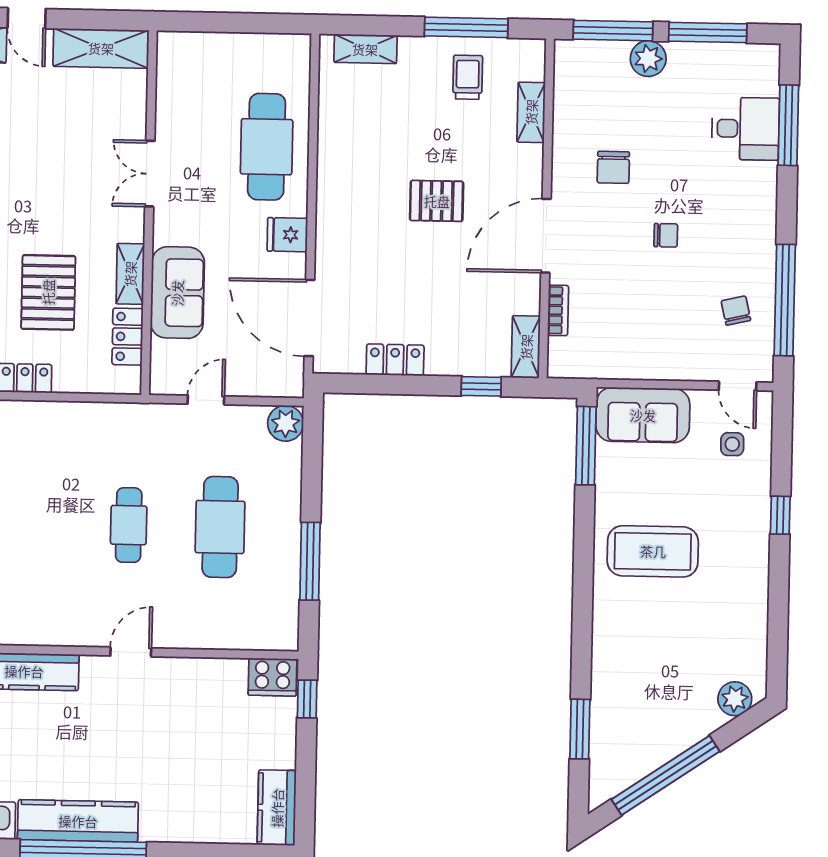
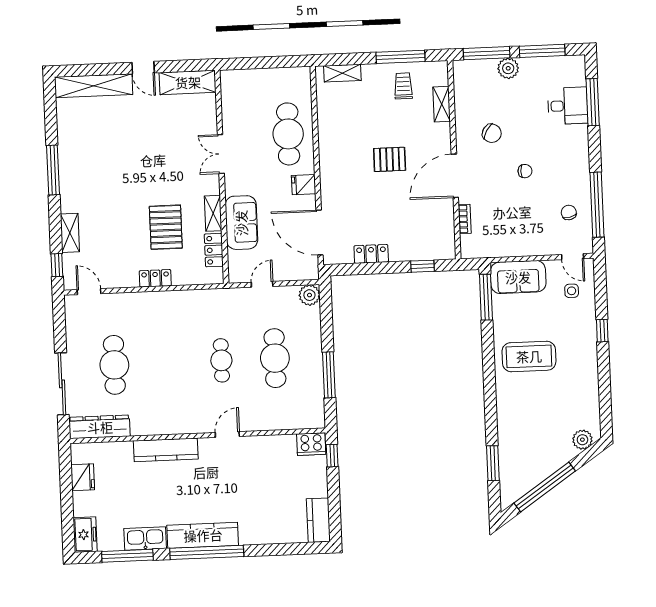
chair: (613, 167) -> (492, 133), turned -59
shelving: (526, 347) -> (447, 241), removed

